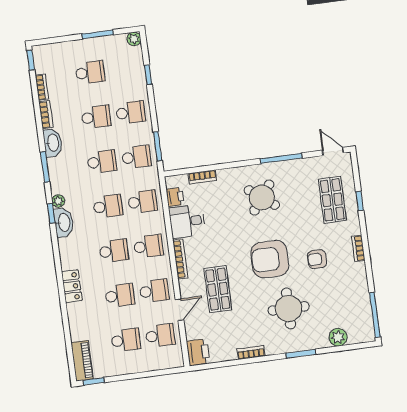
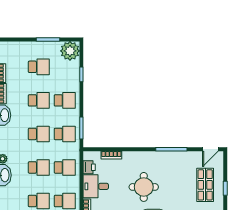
plant: (134, 39) -> (70, 51), width x1.88, depth x1.88
door: (333, 151) -> (210, 149), swing flipped
round table: (262, 198) -> (144, 187), moved, turned -37

